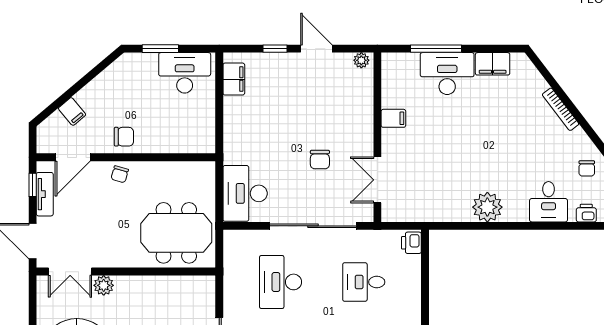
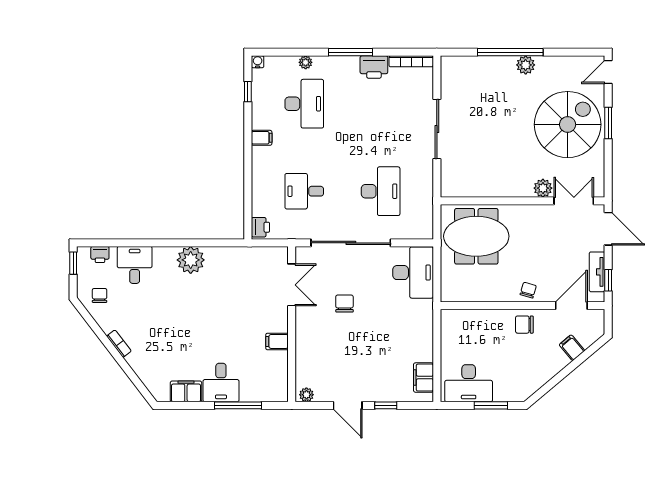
desk: (447, 74) -> (221, 383), width x0.73
bookcase: (561, 109) -> (119, 344), width x0.64
desk: (364, 282) -> (304, 191), turned 180

